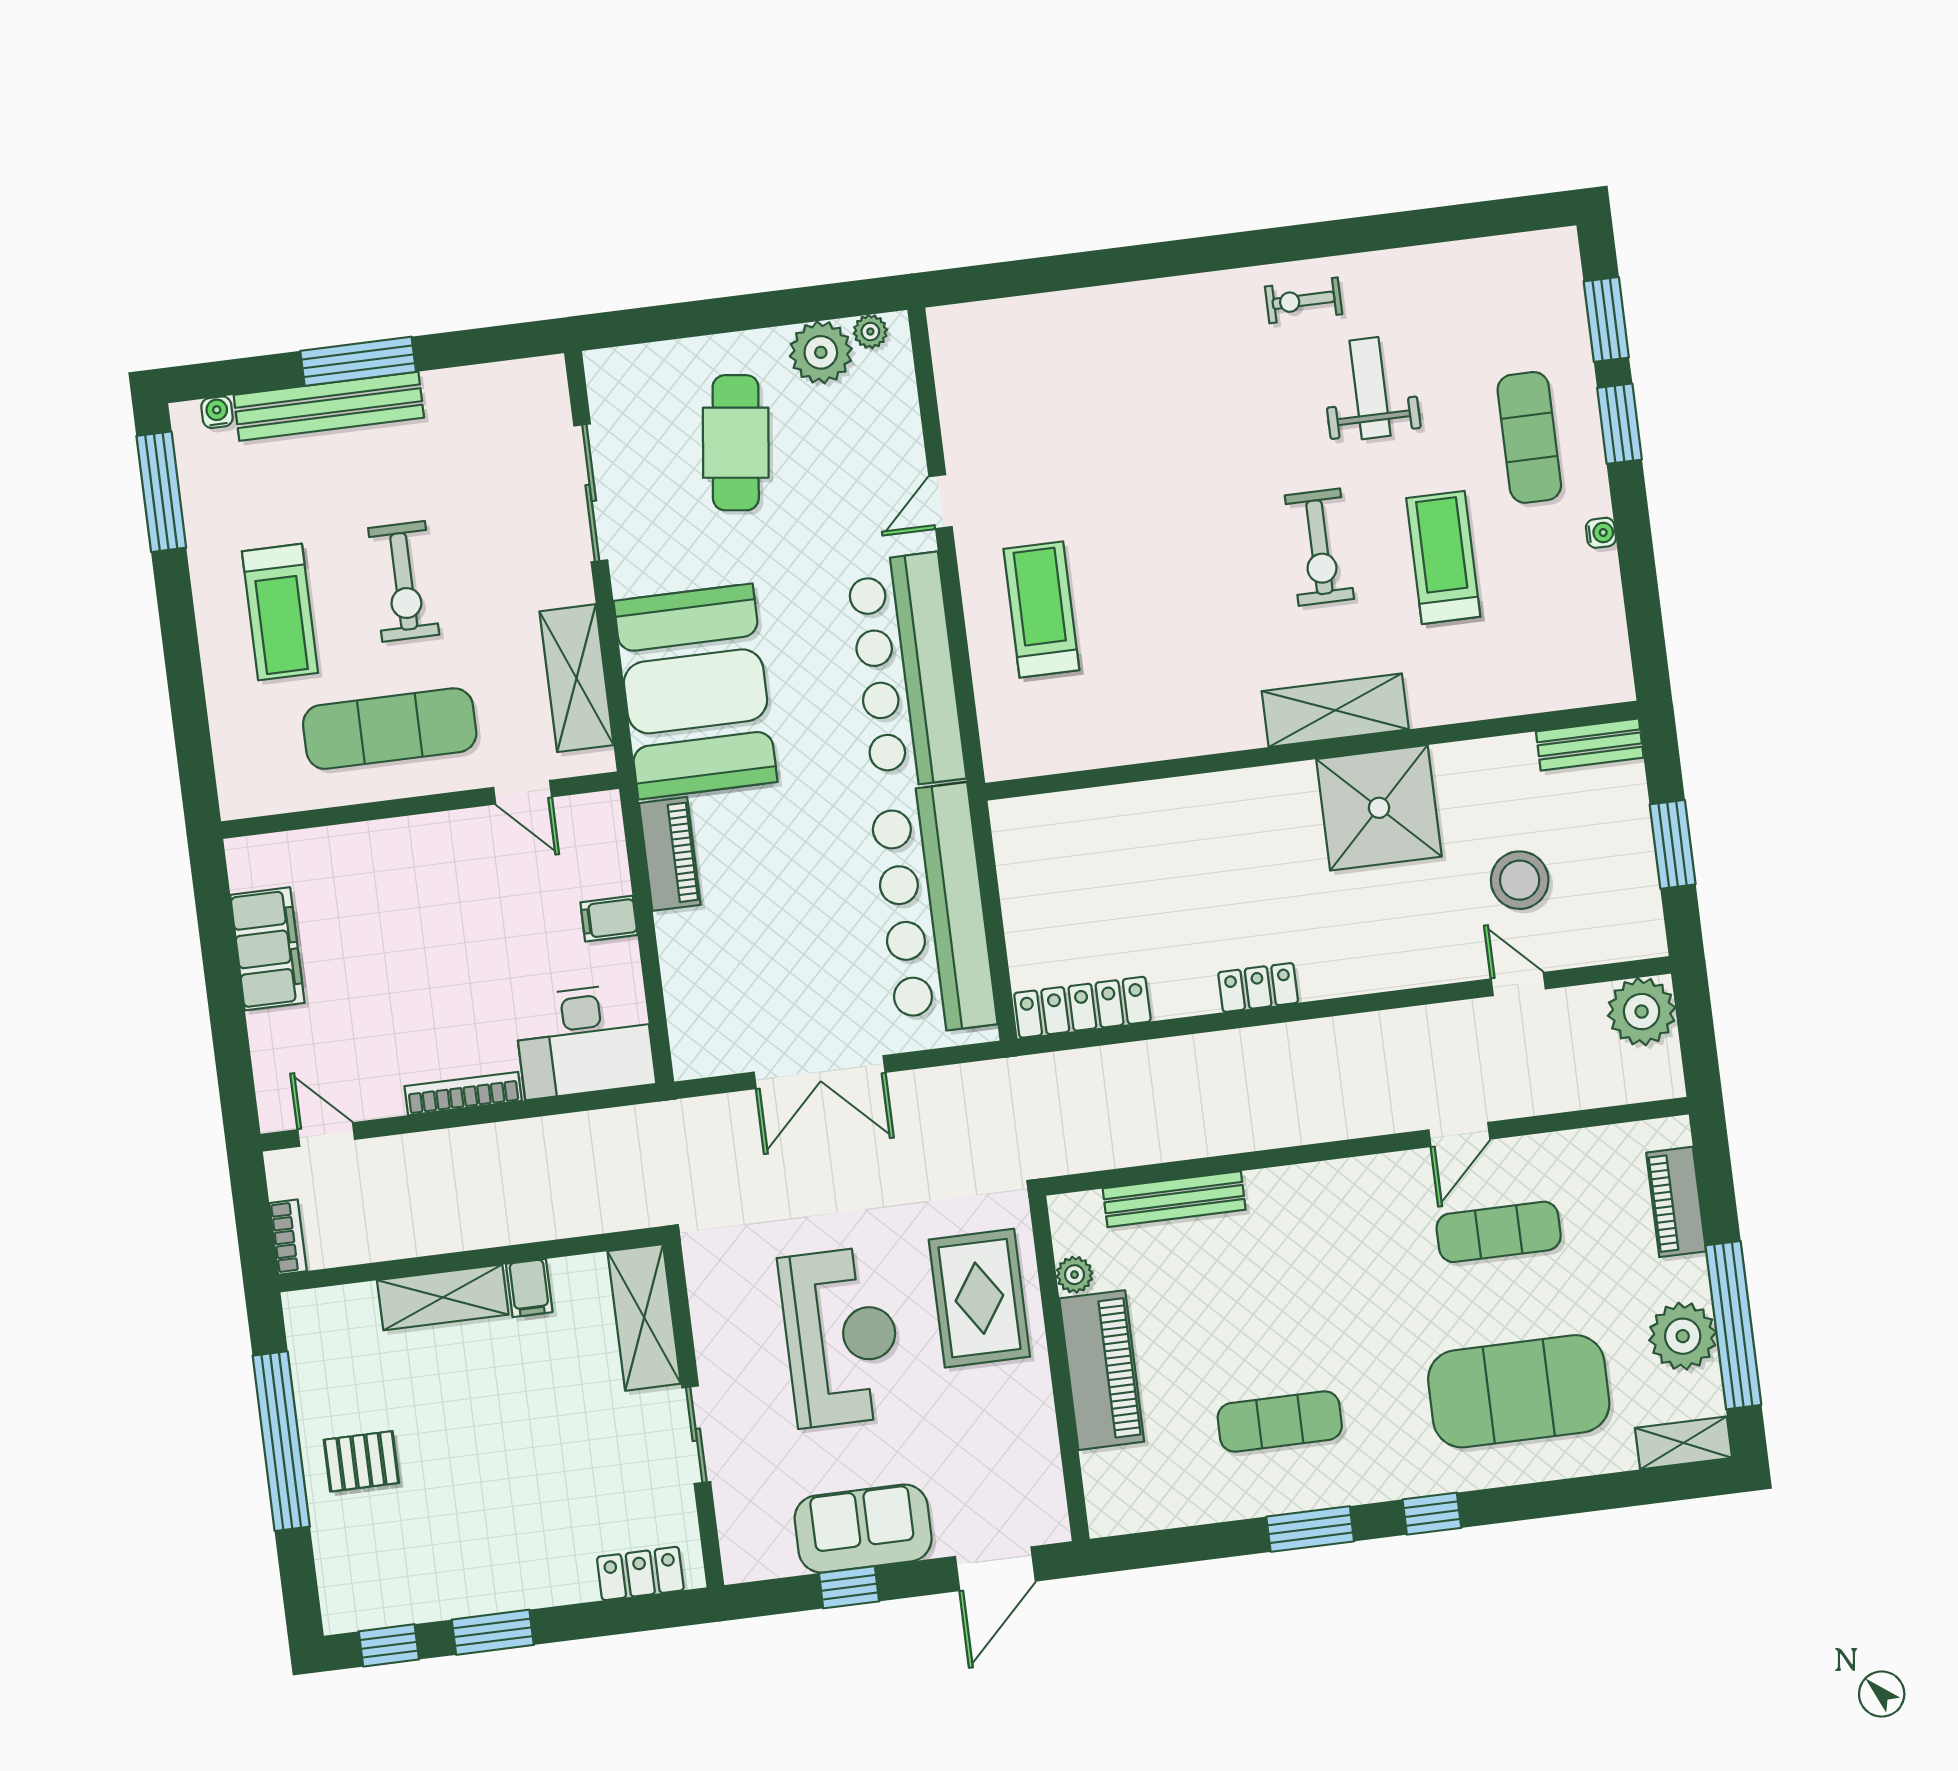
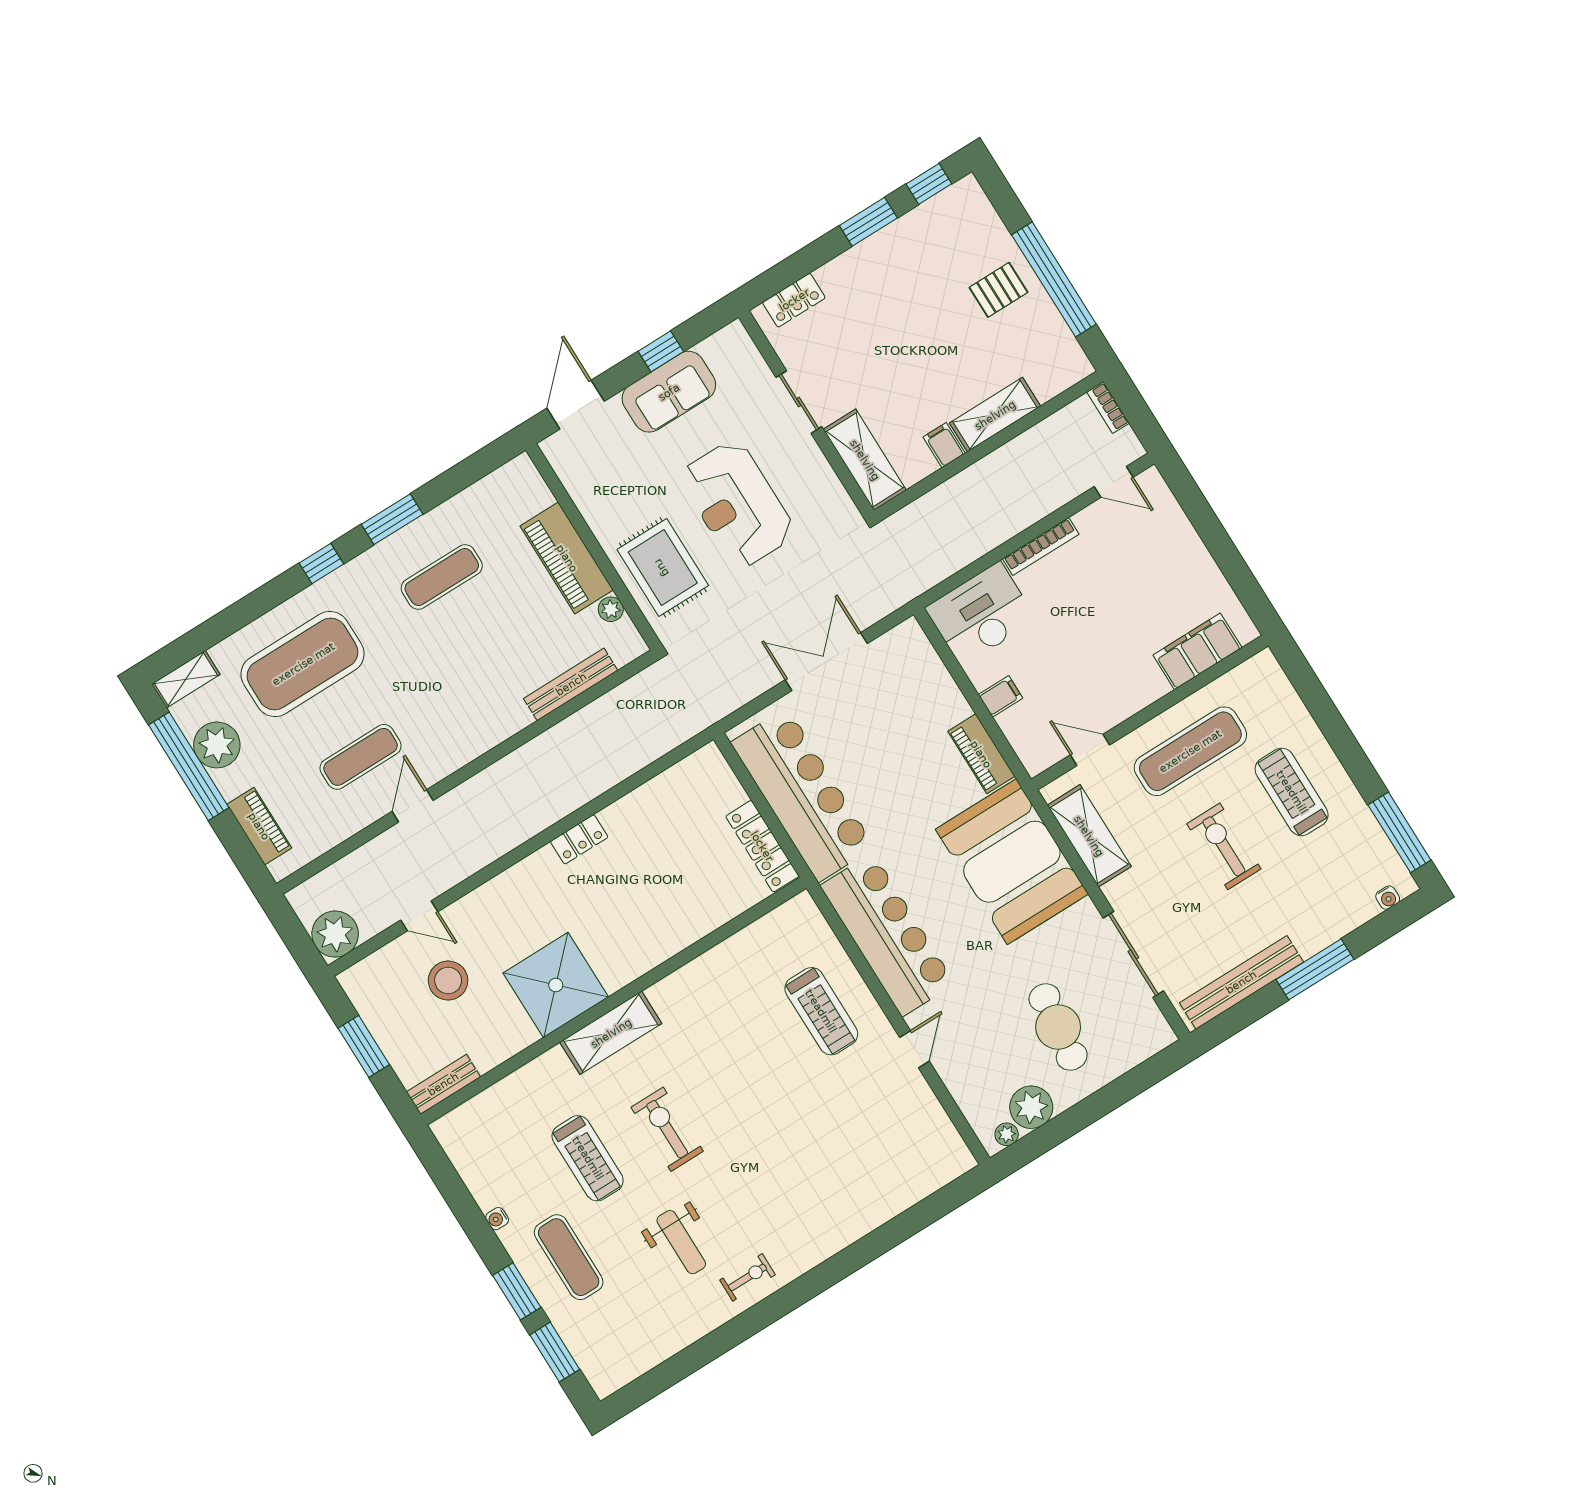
bench: (329, 406) -> (1241, 982), moved
filing cabinet: (267, 949) -> (1197, 651), moved, turned 90
locker: (1082, 1007) -> (762, 846), moved, turned 90

